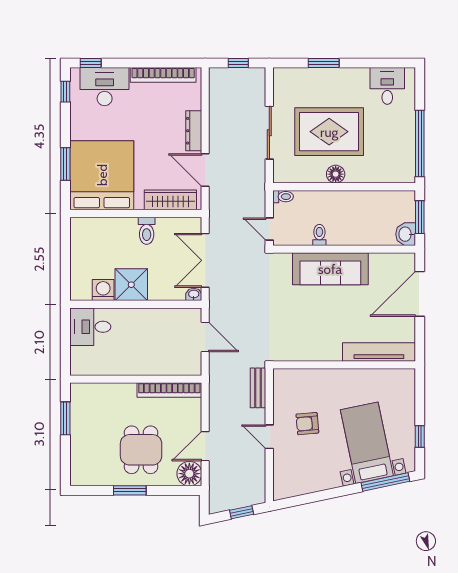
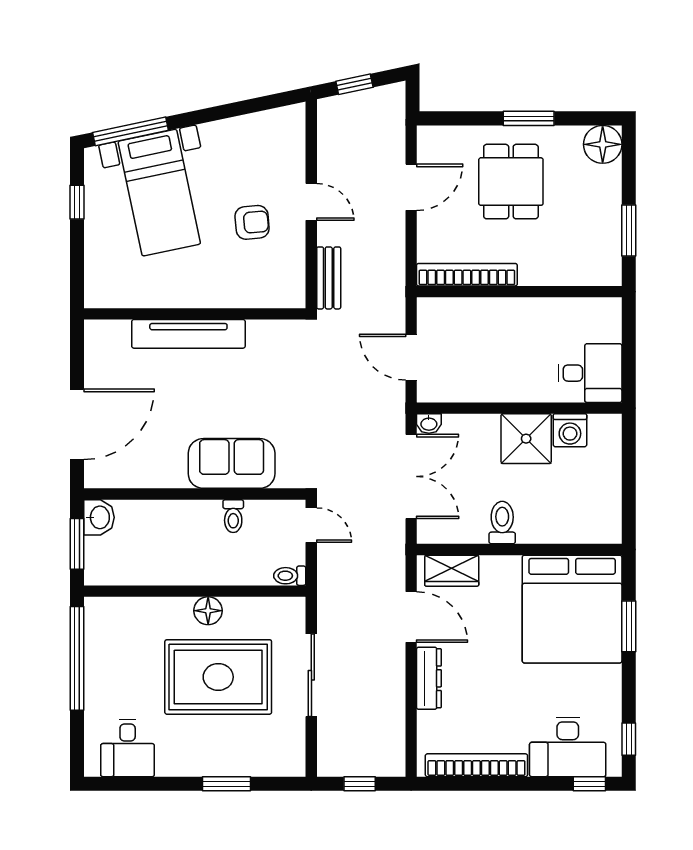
wardrobe: (170, 200) -> (452, 571), width x0.67
sofa: (330, 269) -> (232, 463), width x0.73
tv unit: (379, 352) -> (188, 334), moved
floor lamp: (189, 474) -> (603, 144), moved

